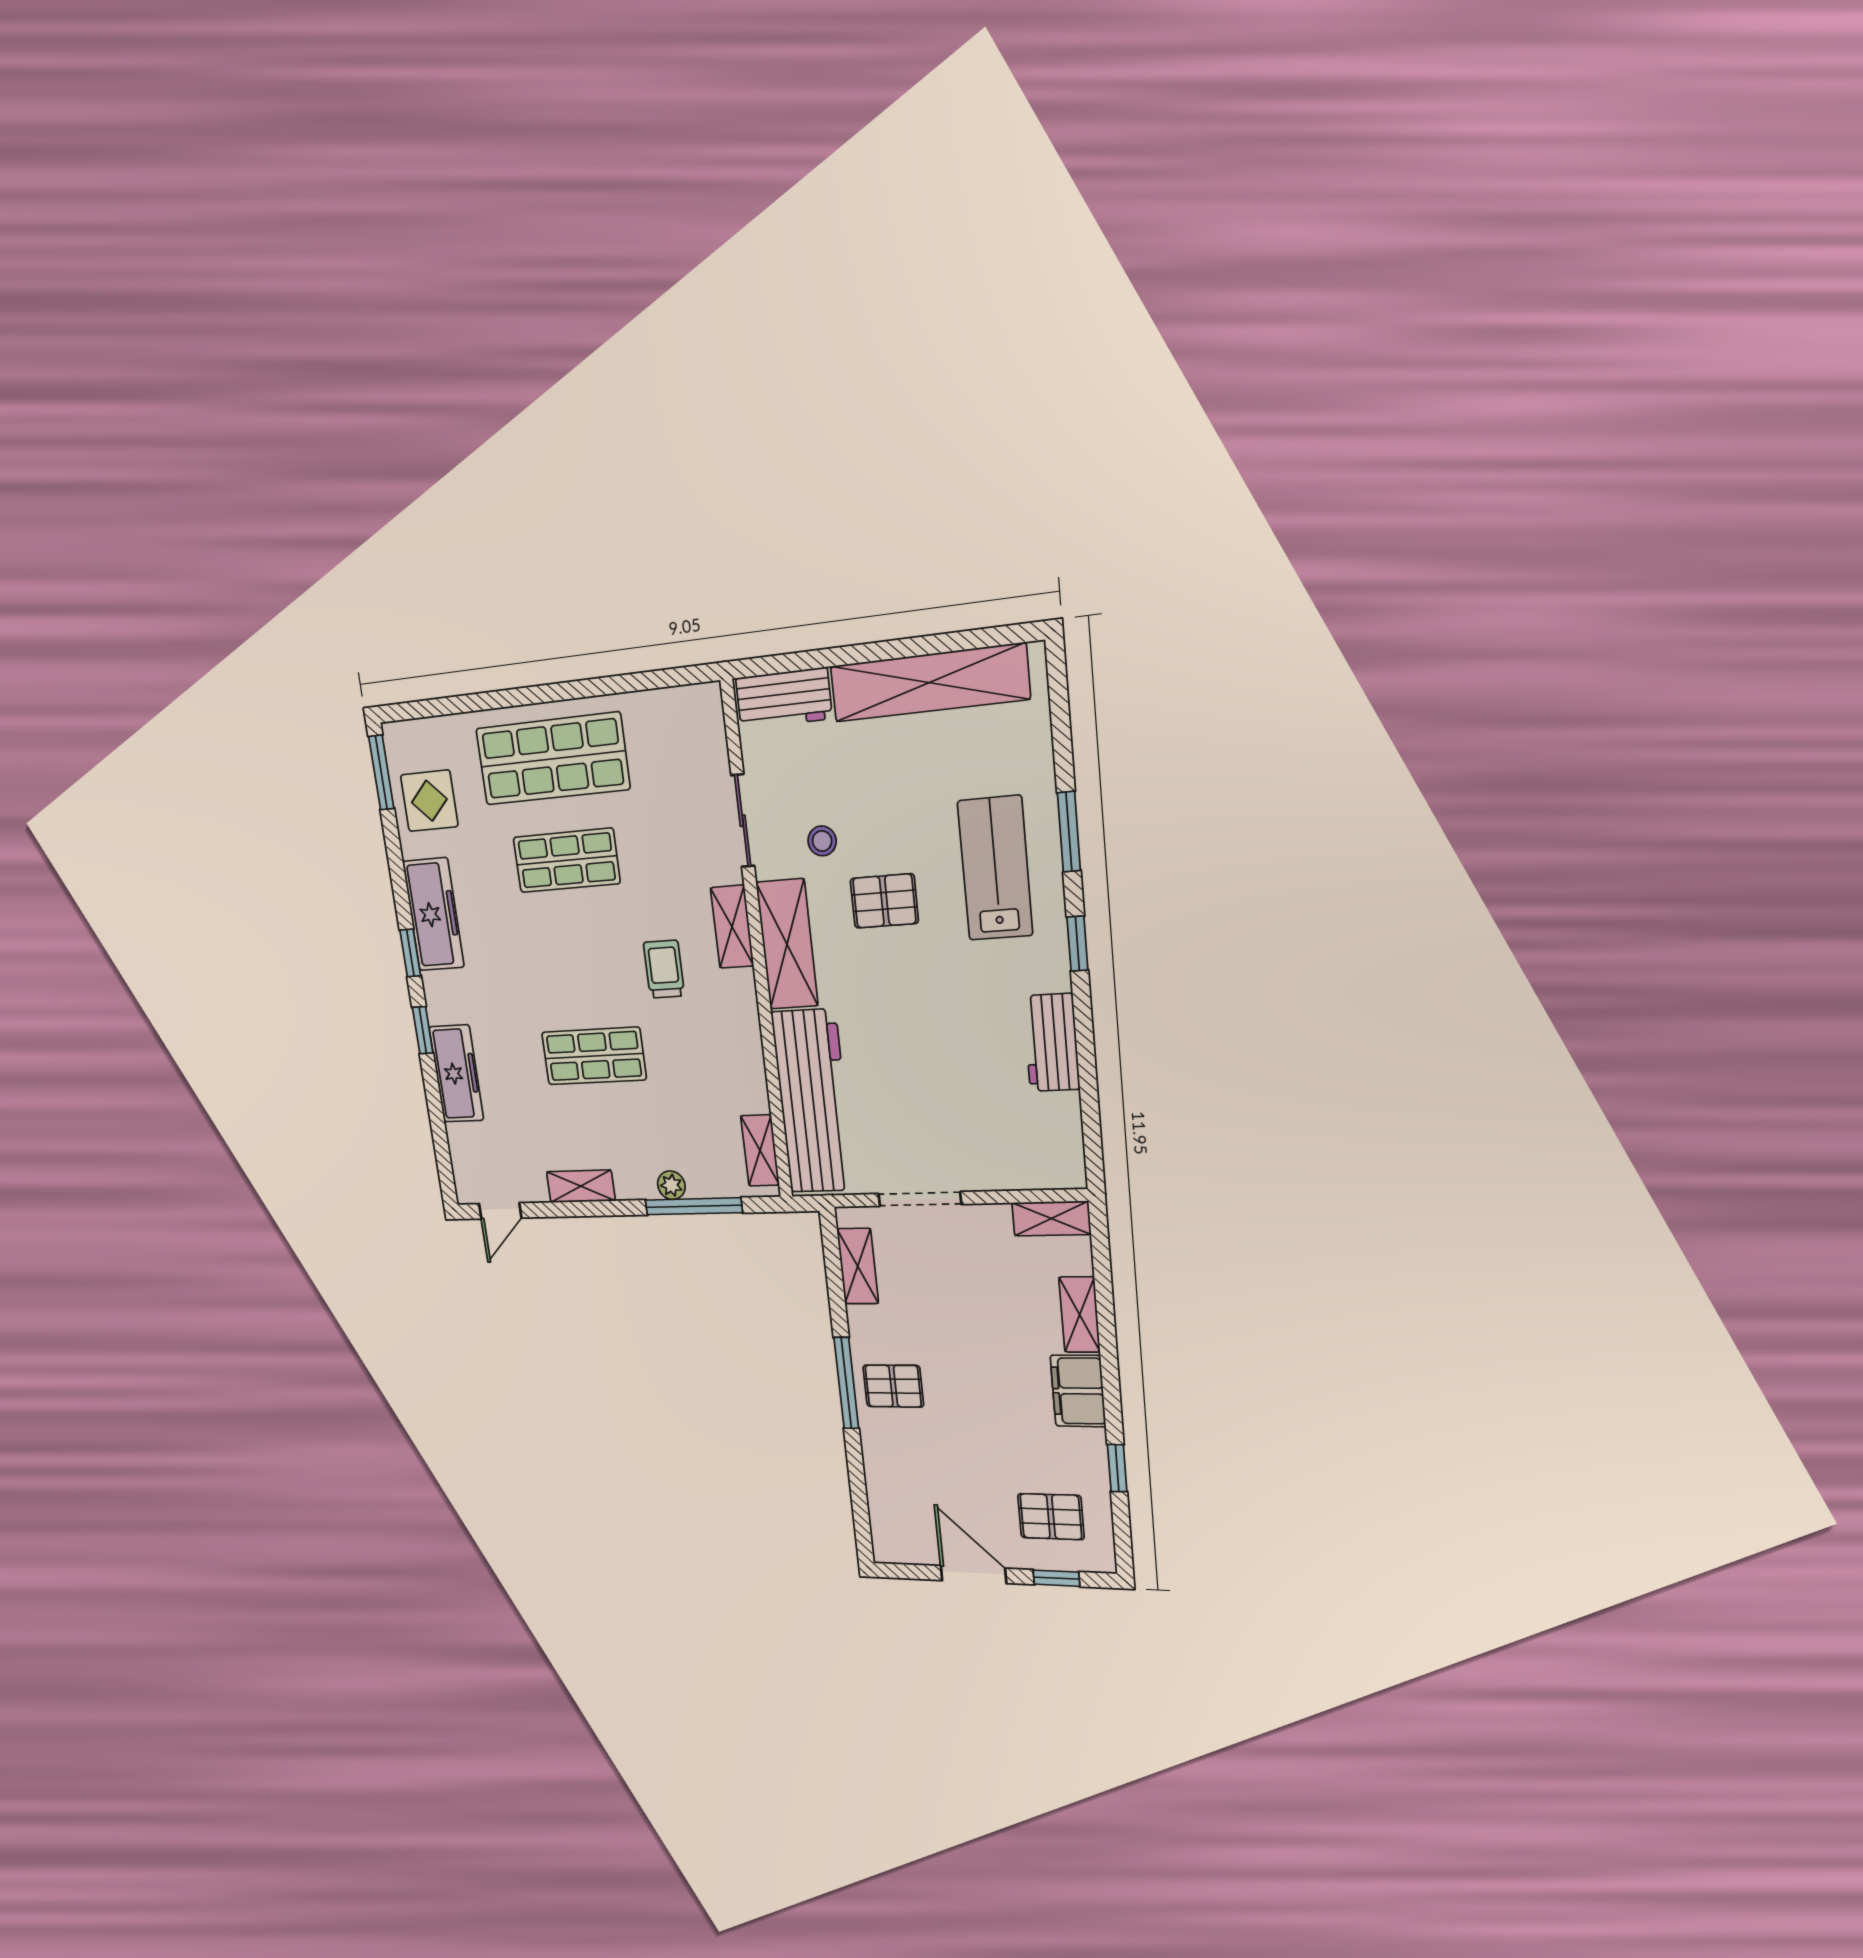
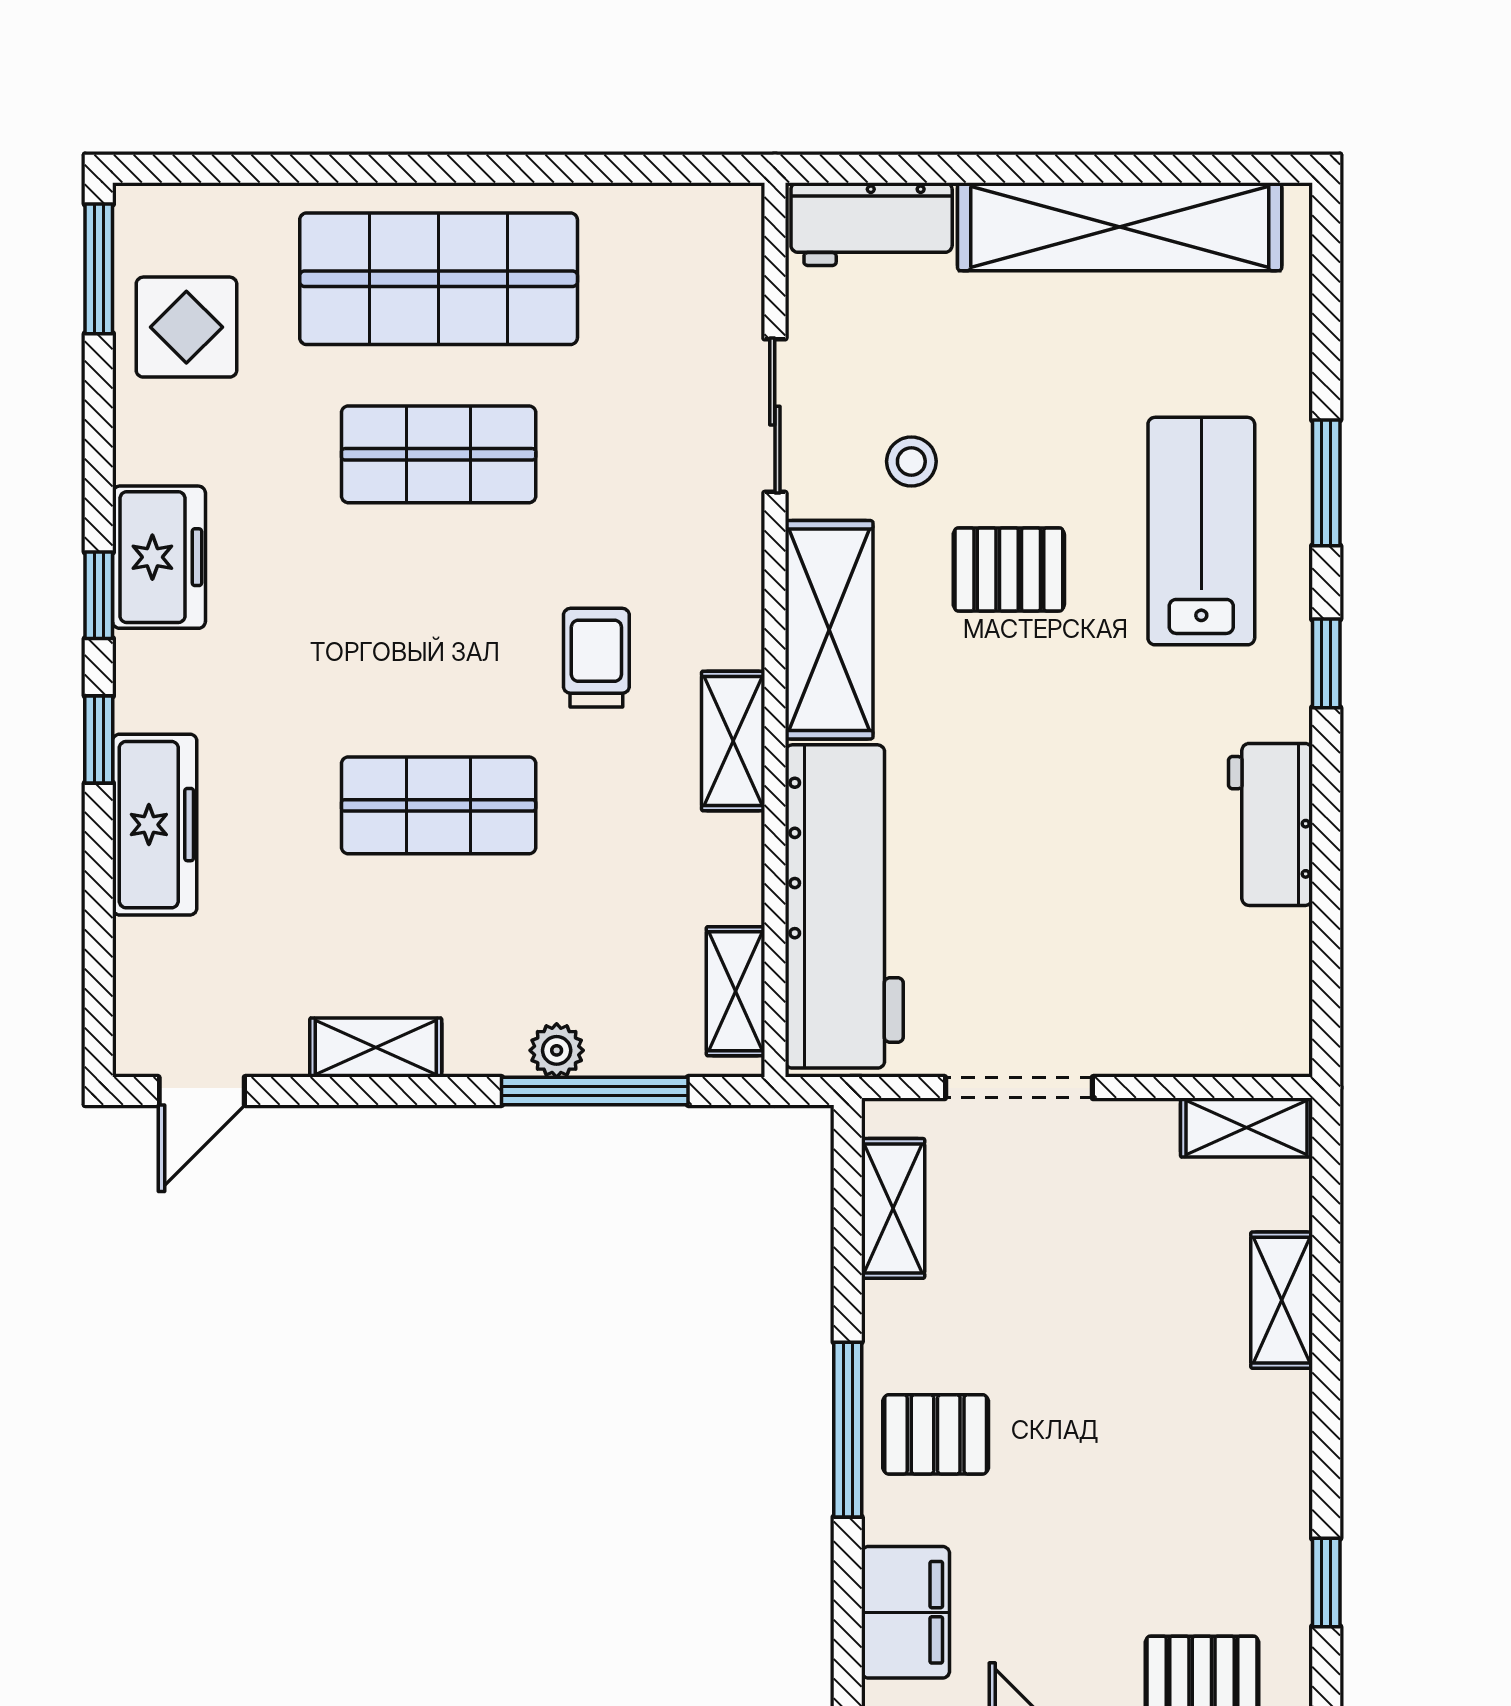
freezer: (433, 914) -> (159, 557), width x0.71
shelving: (732, 927) -> (733, 741), moved
filing cabinet: (1078, 1391) -> (905, 1612), moved, turned 180

